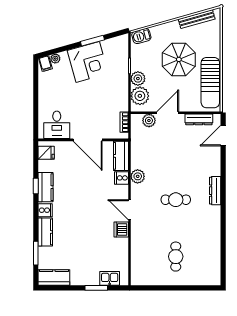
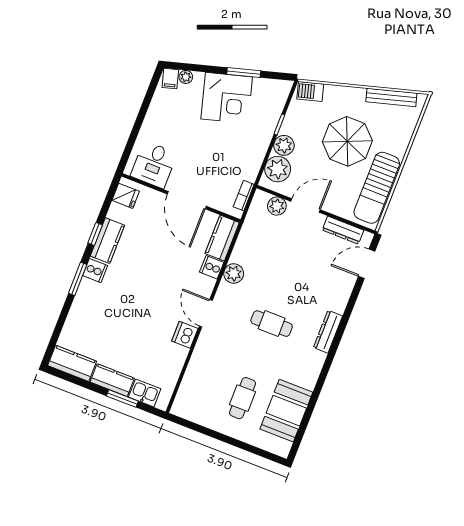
kitchen counter: (45, 232) -> (112, 380), moved, turned -90
window: (36, 253) -> (78, 279), moved
booth: (208, 253) -> (286, 411), added

